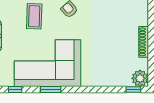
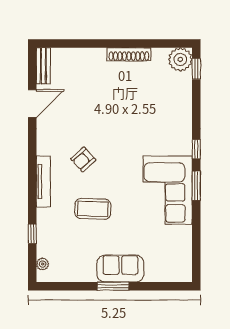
corner sofa: (47, 63) -> (168, 190), width x0.73, depth x0.74
window: (15, 90) -> (196, 149), moved

